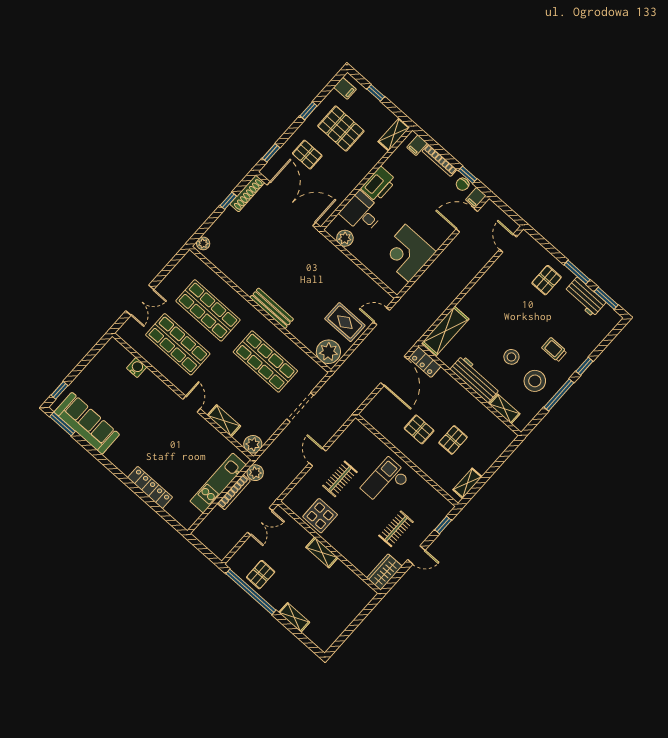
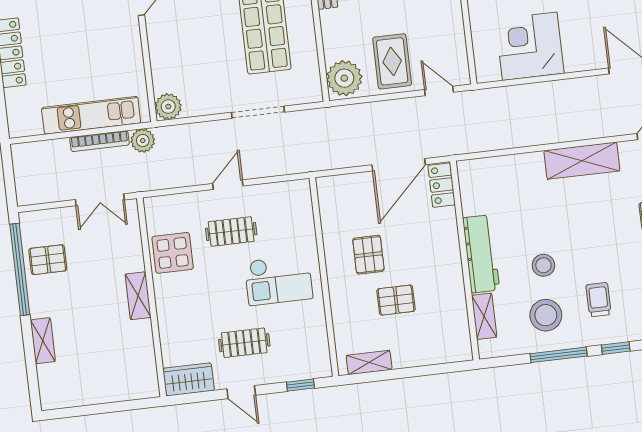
shelving: (445, 331) -> (582, 161), moved
shelving: (224, 421) -> (159, 52), removed
checkout: (385, 482) -> (279, 280), turned 180

